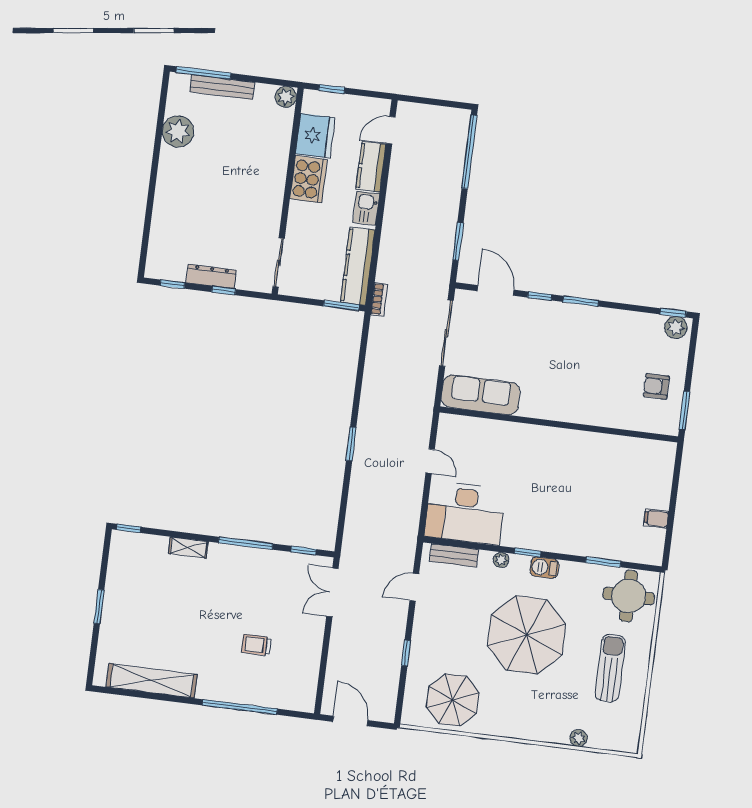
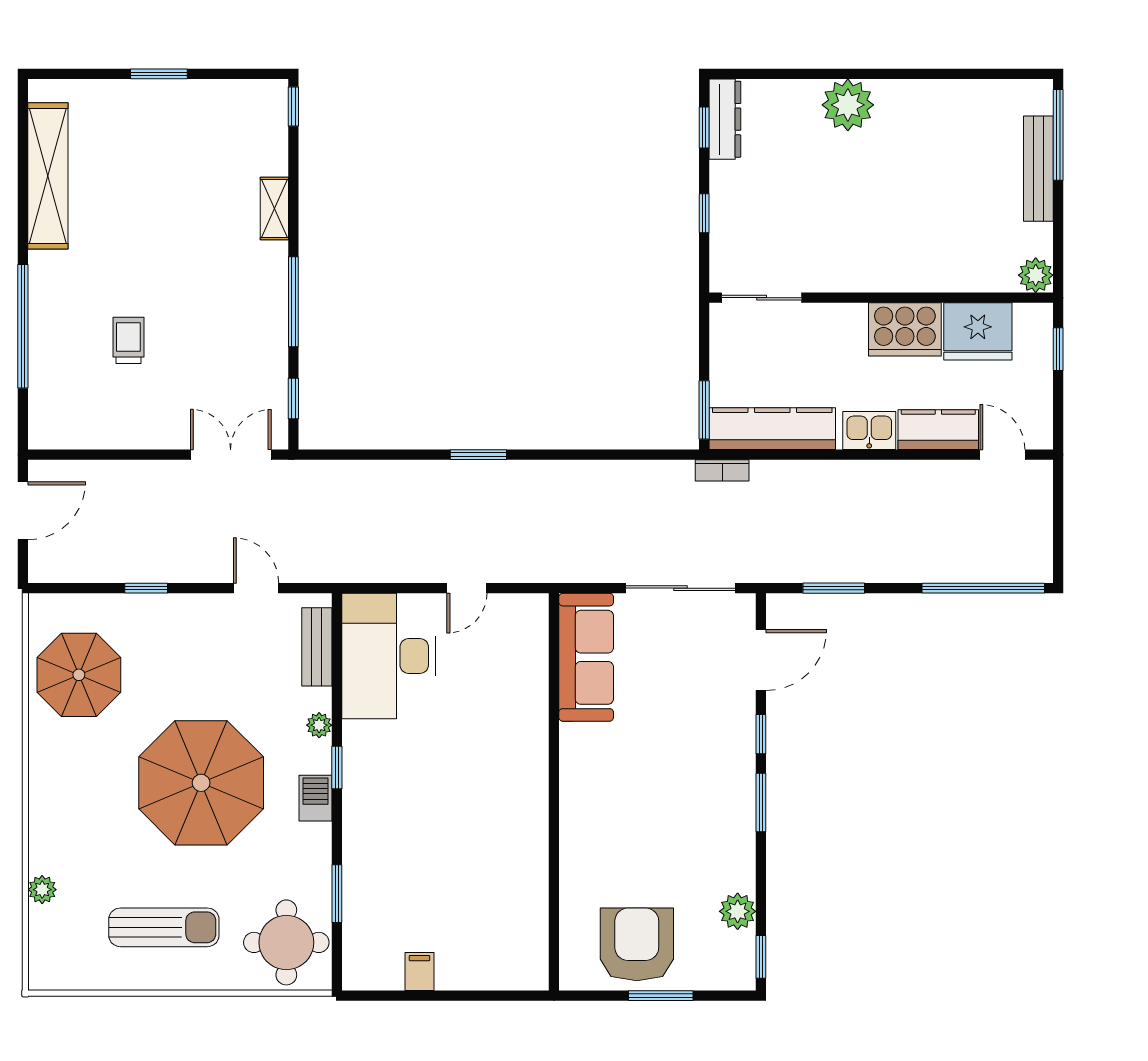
plant: (178, 131) -> (848, 105), moved
dresser: (211, 276) -> (725, 119), moved
plant: (676, 327) -> (738, 911), moved
armchair: (656, 386) -> (637, 944), width x1.88, depth x1.88
window: (684, 410) -> (661, 996), moved

